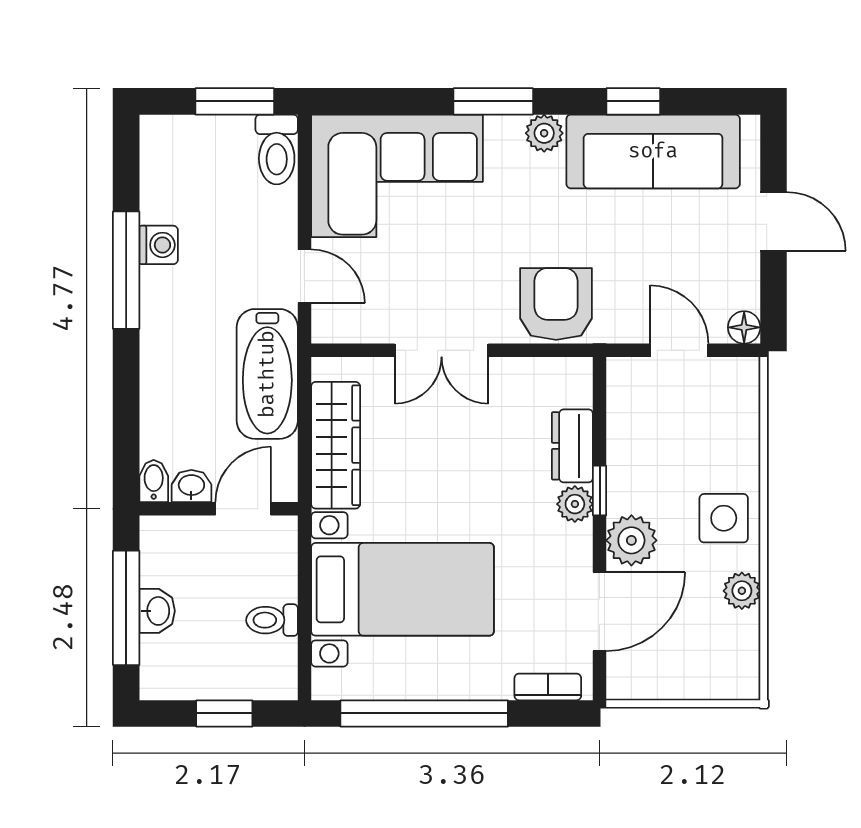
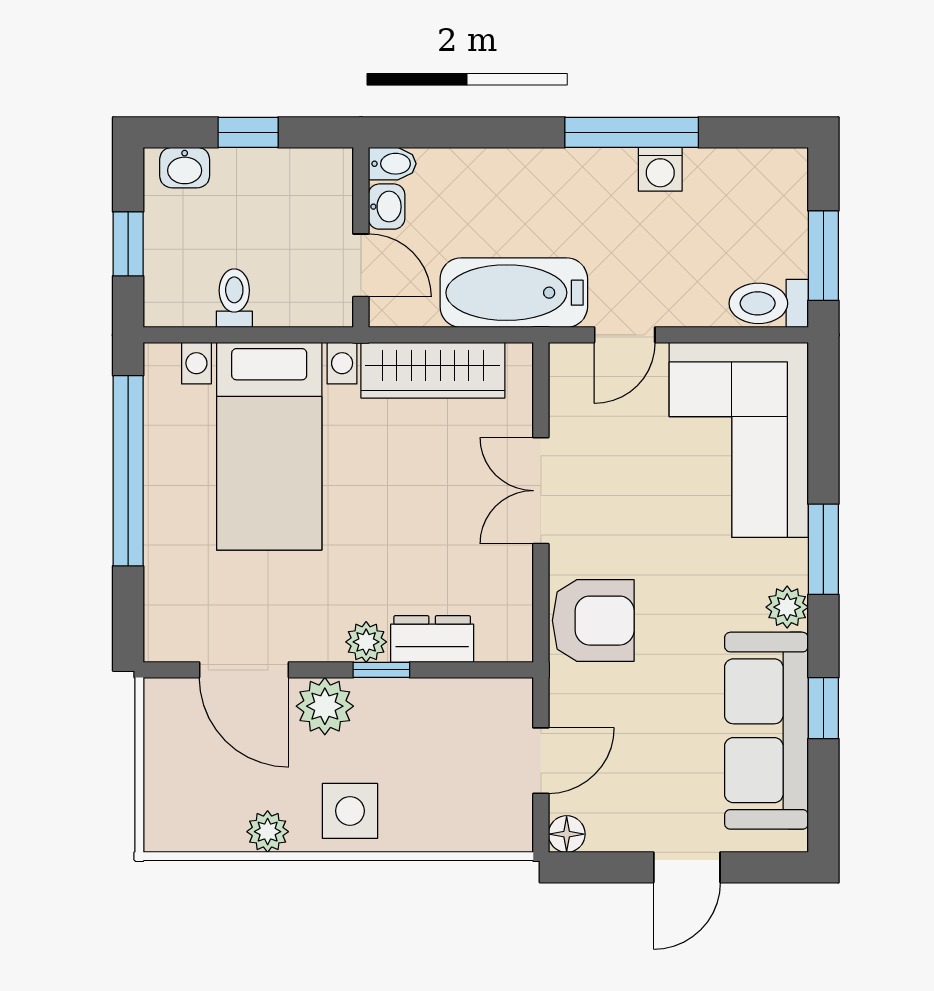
window: (126, 608) -> (248, 132), width x0.46
washbasin: (157, 611) -> (185, 168), moved
bookcase: (548, 687) -> (158, 611), removed

